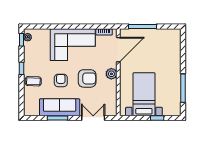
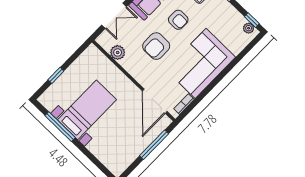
plant: (111, 74) -> (118, 52), moved
bed with nightstands: (144, 94) -> (87, 110), moved, turned -90

